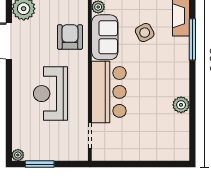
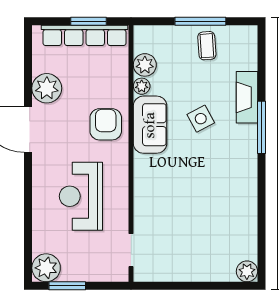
bar counter: (109, 92) -> (155, 194), removed
plant: (181, 105) -> (247, 271), moved
plant: (18, 155) -> (46, 268), width x1.87, depth x1.87

